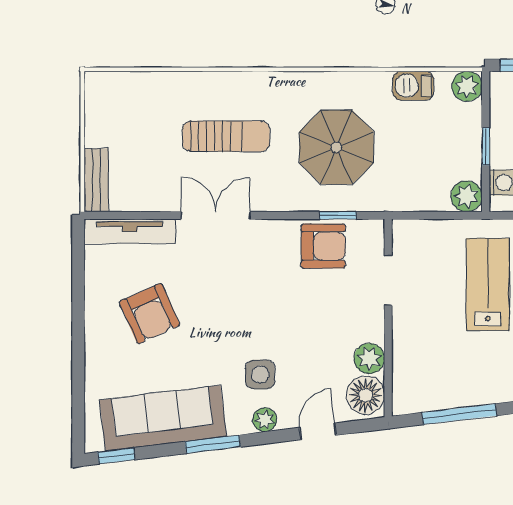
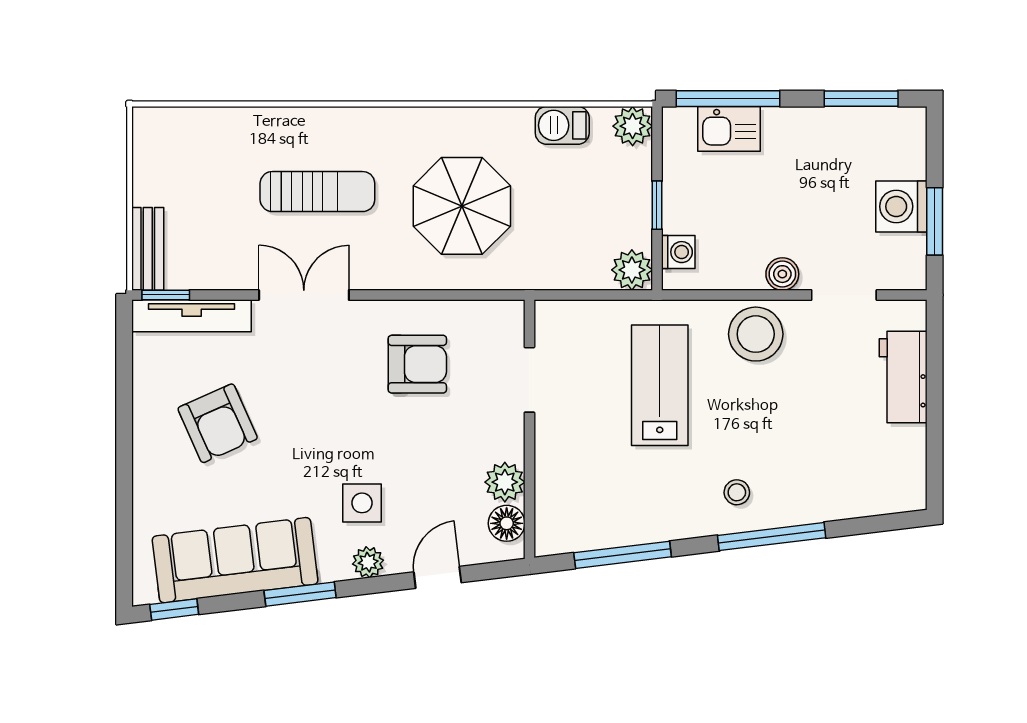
window: (338, 215) -> (166, 295), moved
armchair: (323, 246) -> (417, 364), moved
floor lamp: (365, 395) -> (507, 523), width x0.73, depth x0.73

